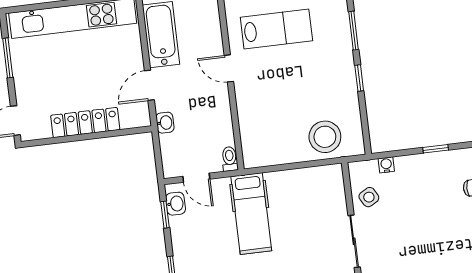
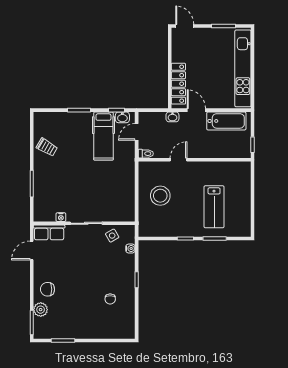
lab bench: (276, 29) -> (214, 207), moved
door: (229, 68) -> (179, 160), moved
locker: (85, 123) -> (178, 84), moved
stool: (325, 137) -> (160, 196), moved
hospital bed: (251, 214) -> (103, 136), moved, turned -90

